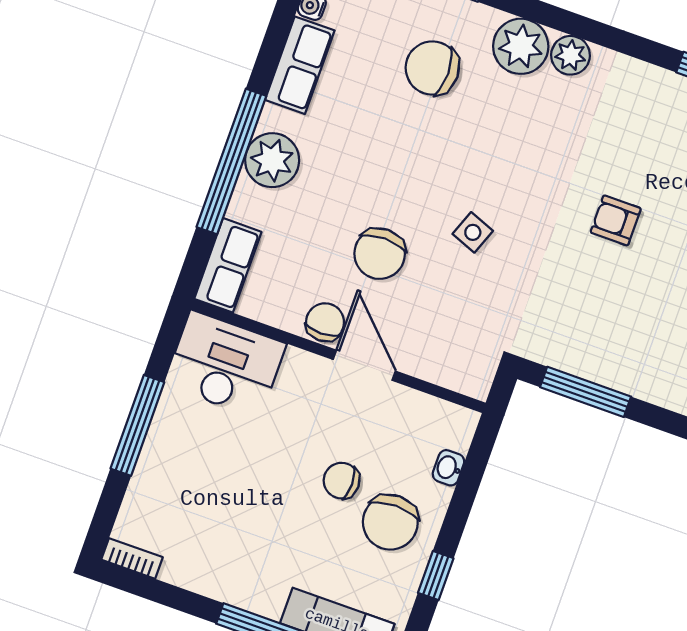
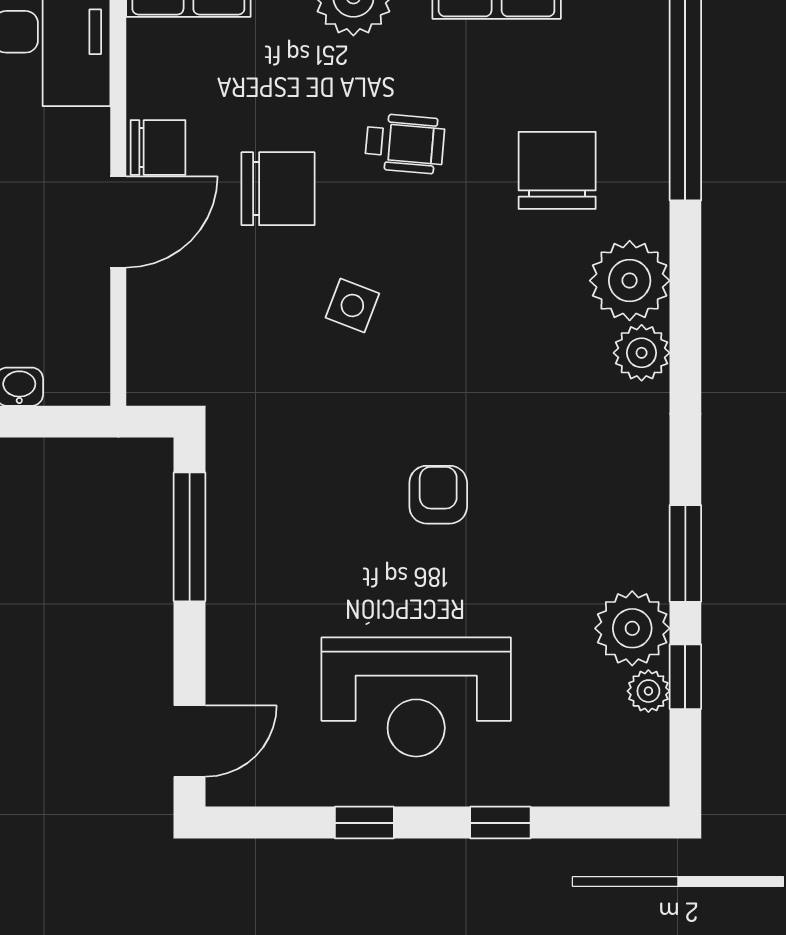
wheelchair: (380, 161) -> (405, 144), added
chair: (380, 254) -> (278, 189), turned 180

